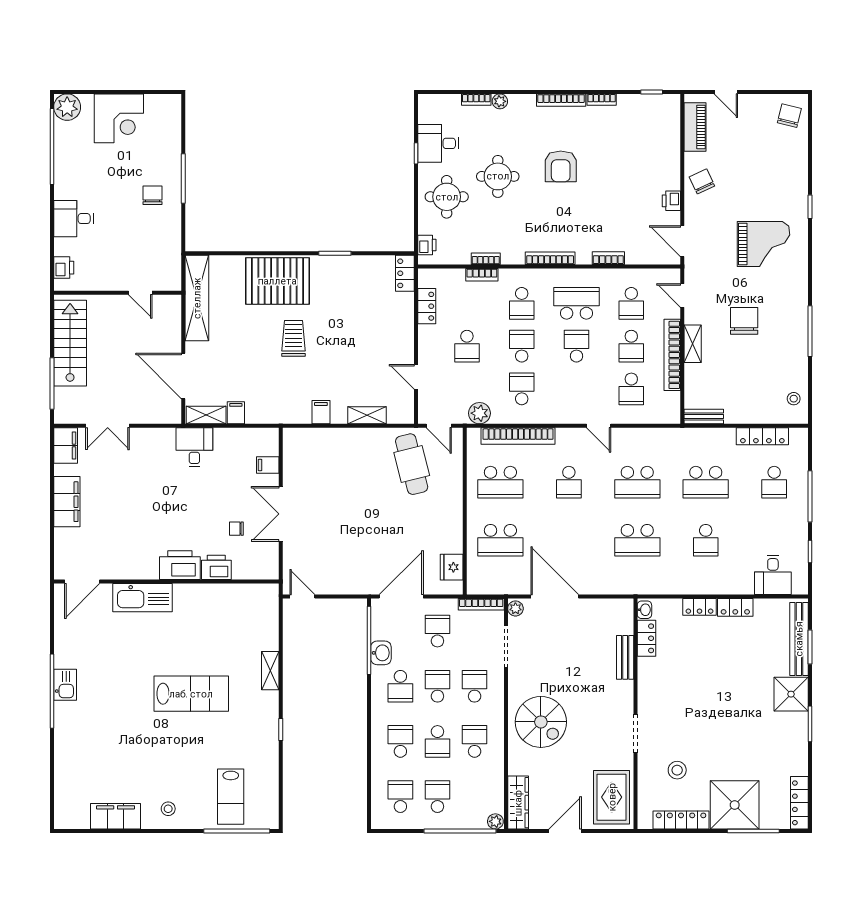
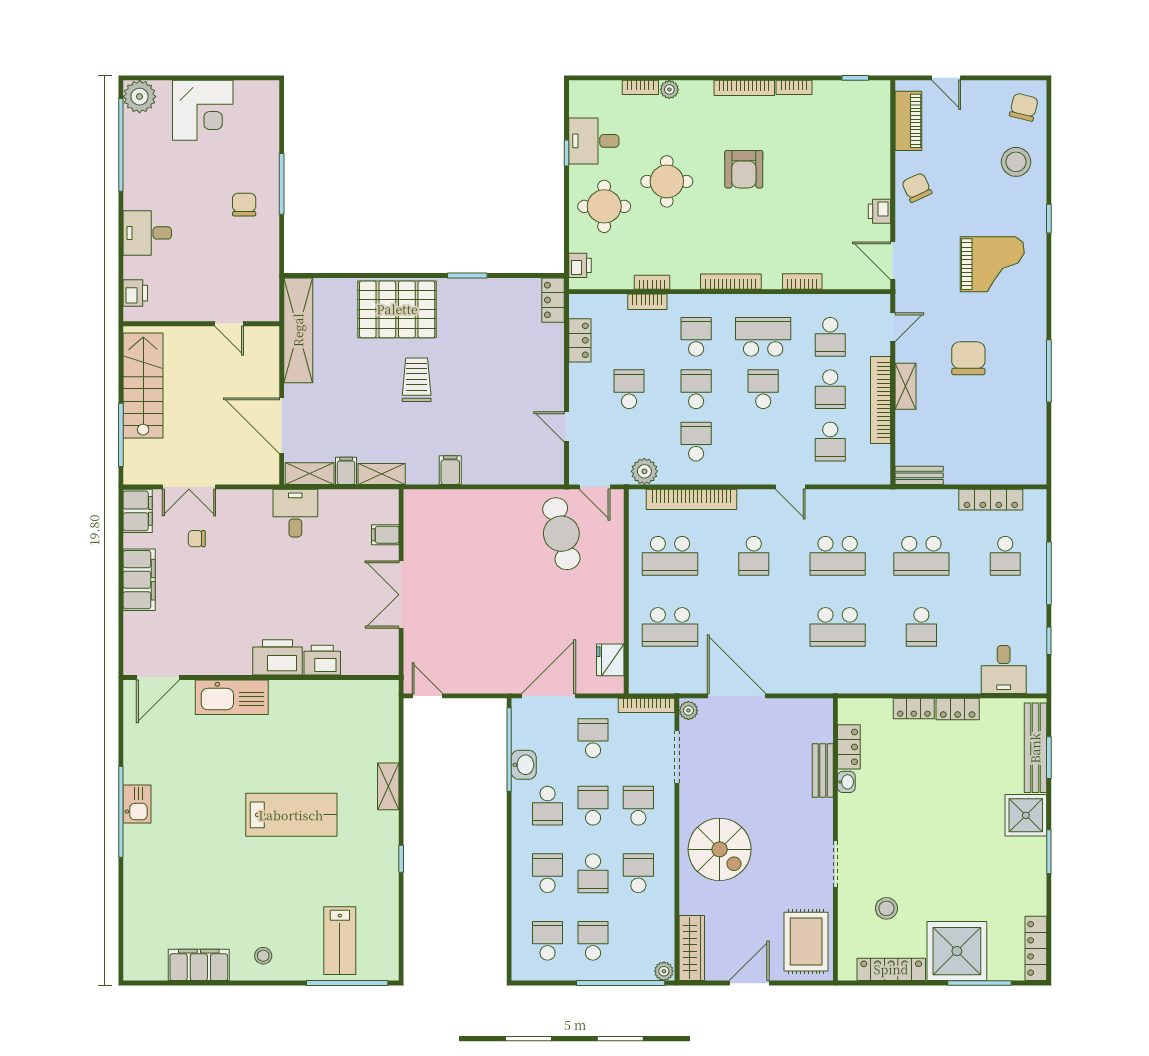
door: (682, 296) -> (893, 327), swing flipped
school desk: (522, 303) -> (696, 337), turned 180
school desk: (467, 346) -> (629, 389), turned 180
stool: (794, 399) -> (1016, 162), moved, width x1.89, depth x1.89
shelving: (367, 415) -> (382, 474), moved
chair: (236, 529) -> (197, 539), moved
washbasin: (644, 610) -> (846, 782), moved

